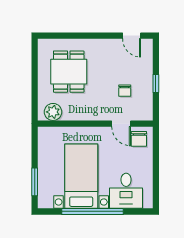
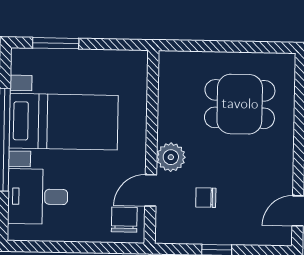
plant: (53, 112) -> (171, 157), moved
chair: (139, 139) -> (124, 220), turned 90

